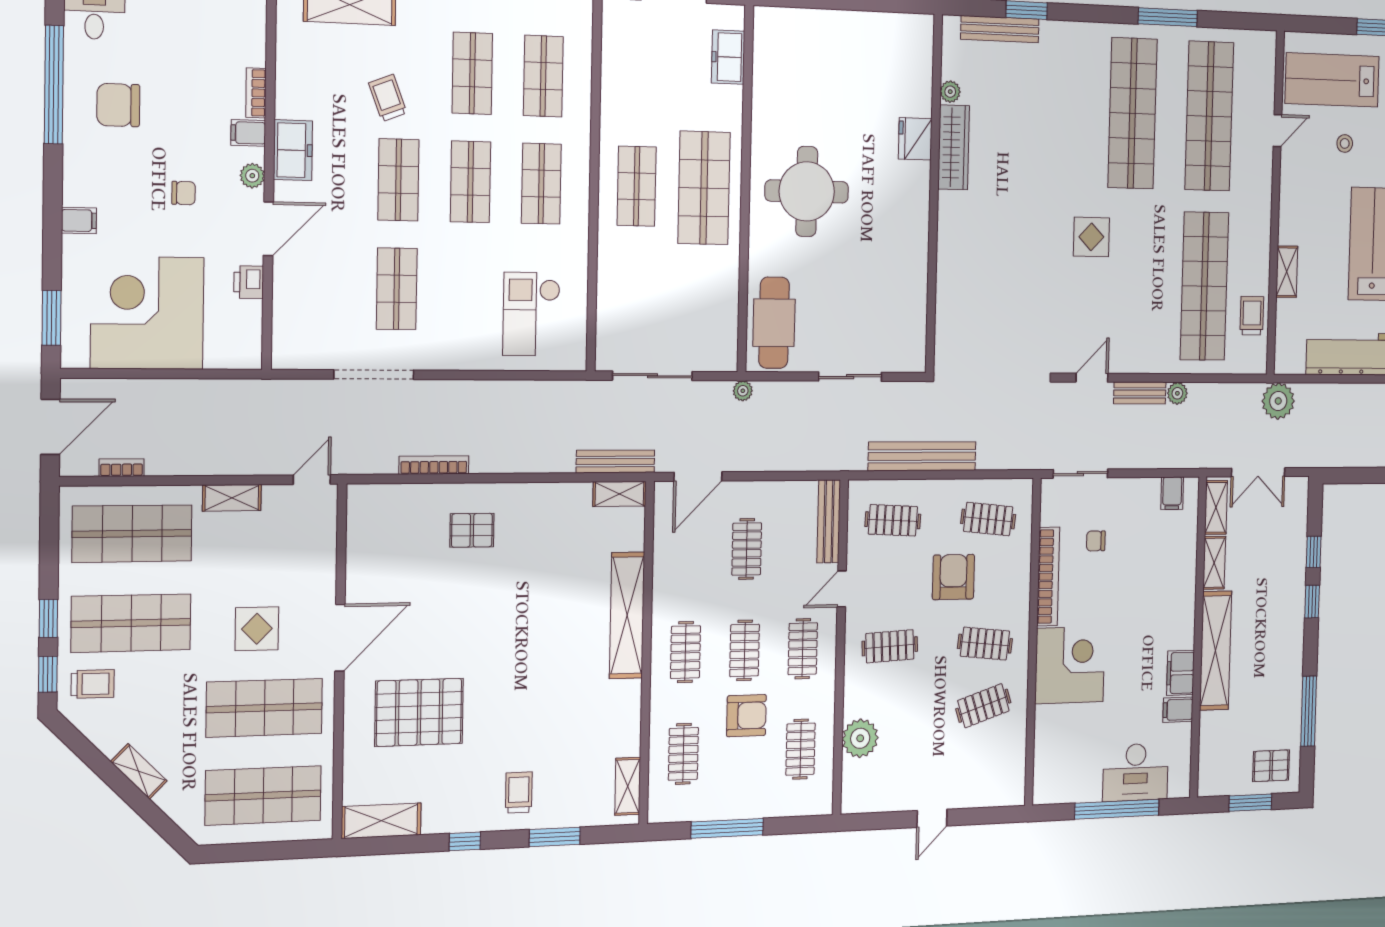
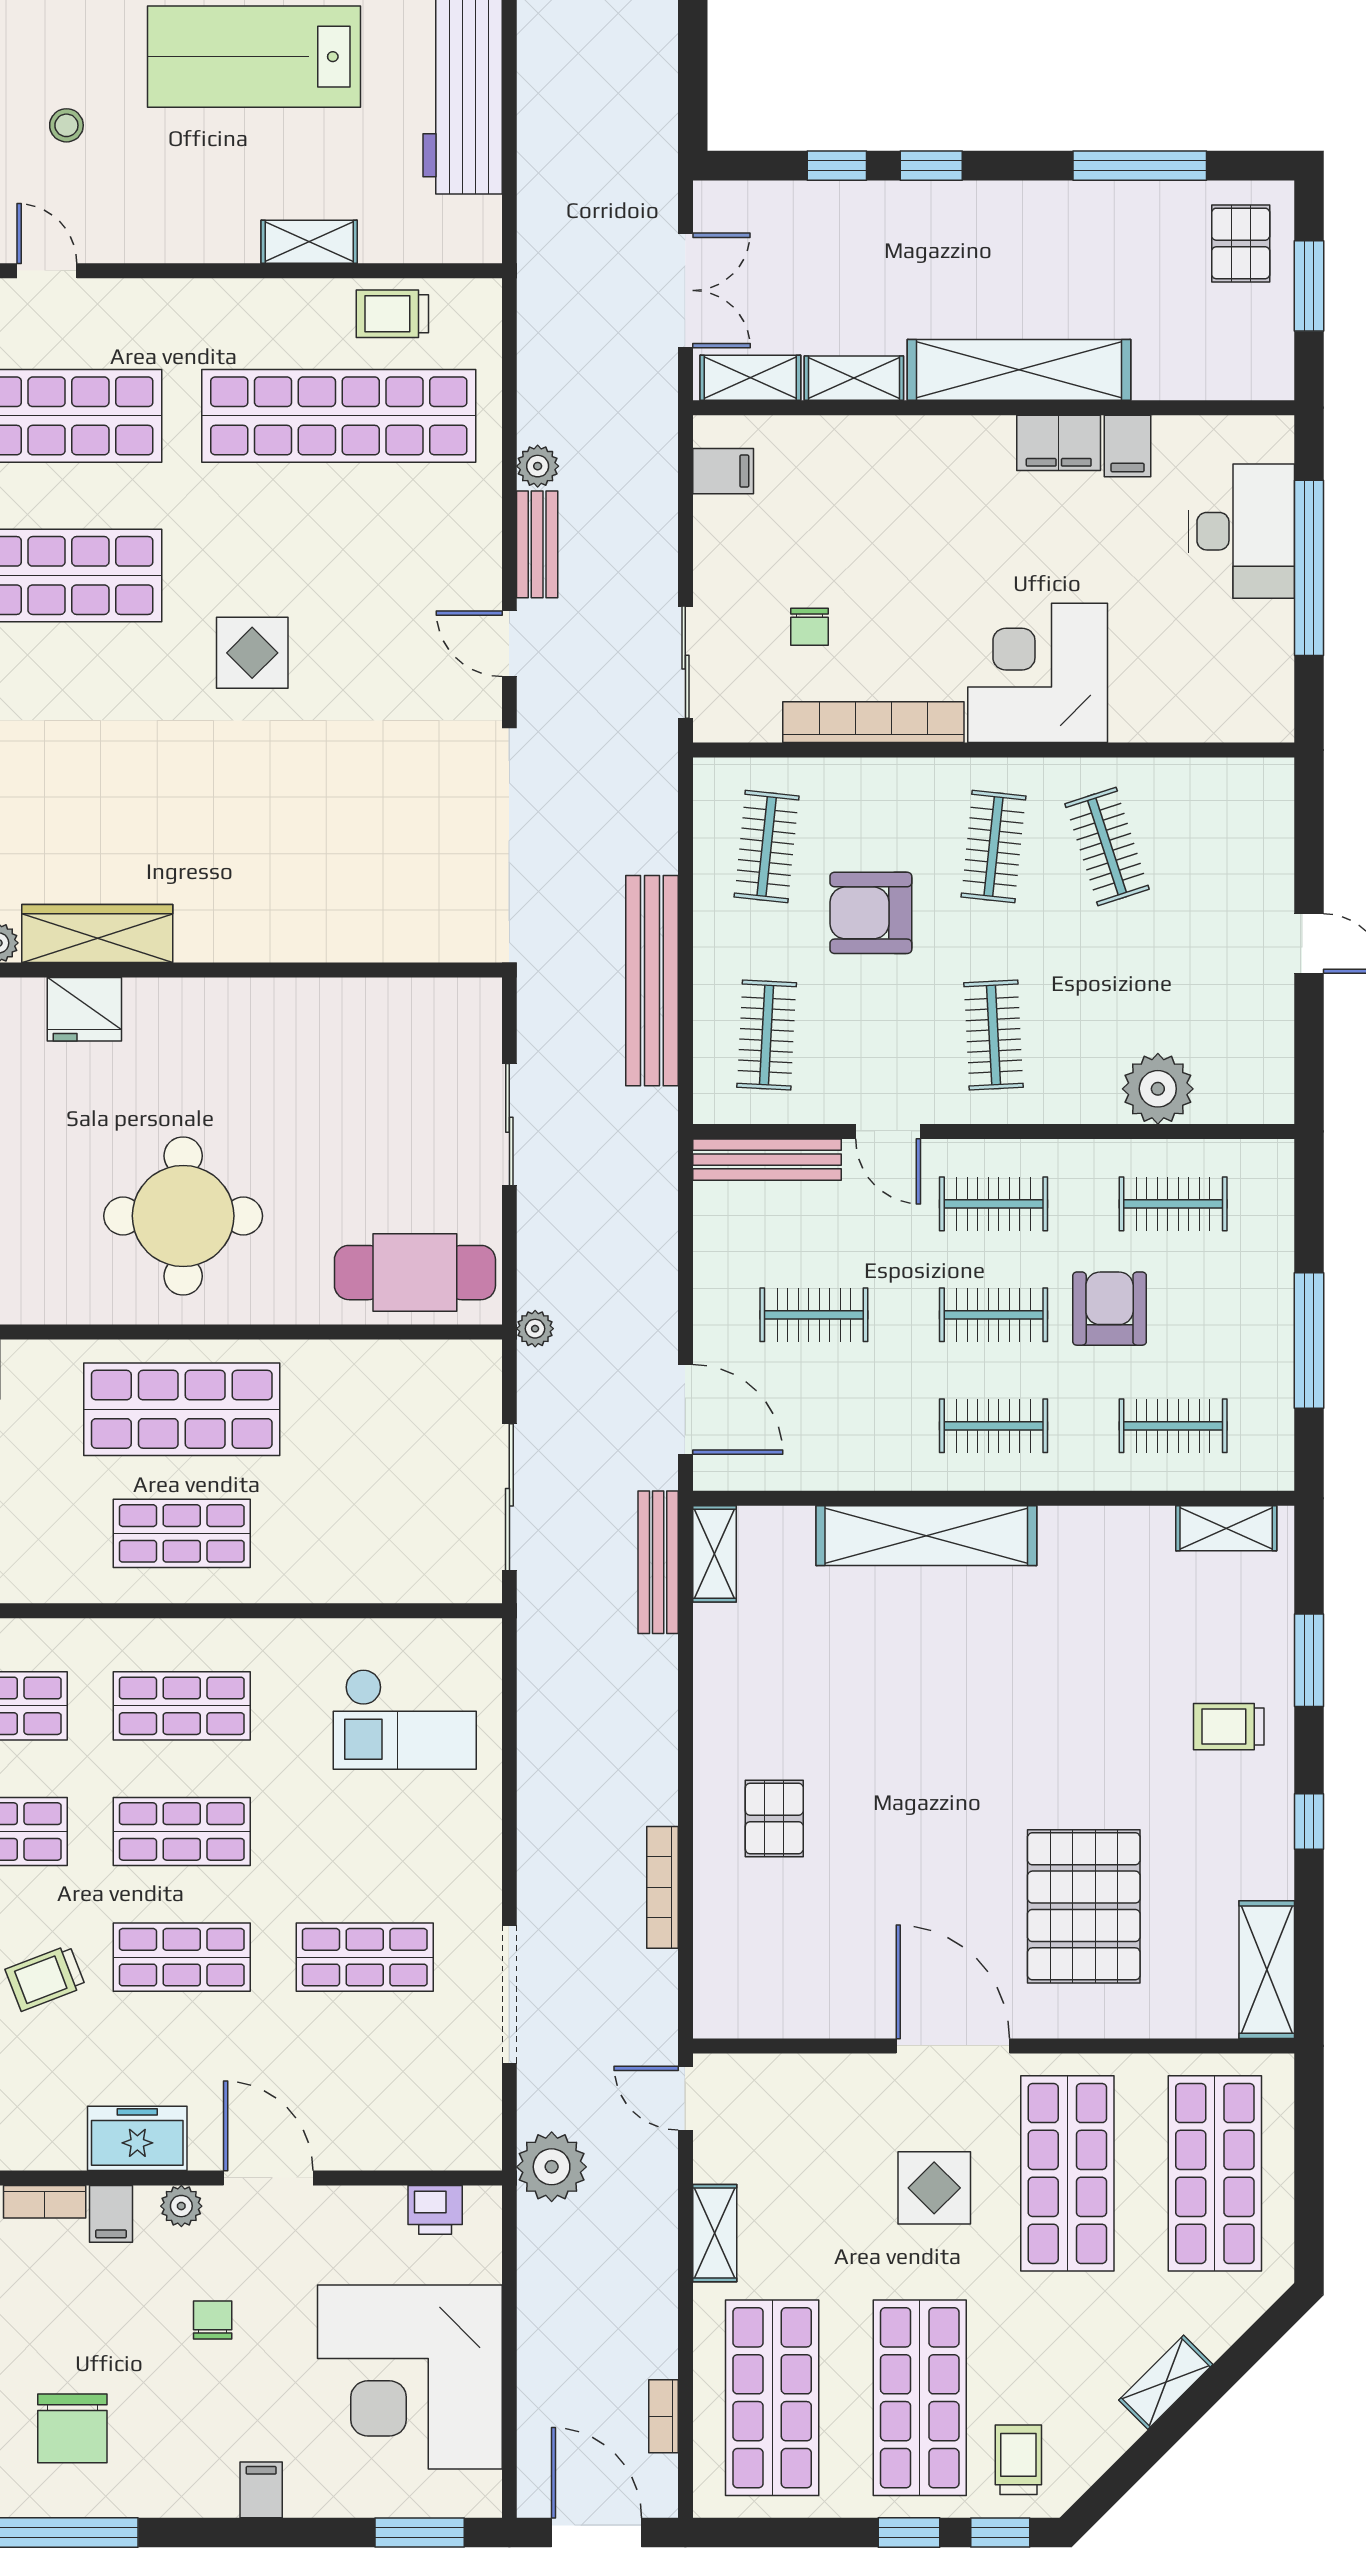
printer: (249, 282) -> (435, 2210), moved
plant: (1278, 401) -> (552, 2167), moved

